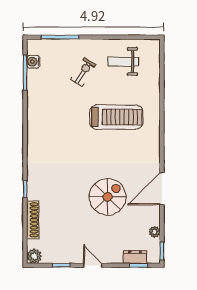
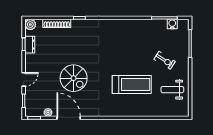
weight bench: (123, 62) -> (172, 90), turned -90
treadmill: (116, 117) -> (132, 84), turned -90
door: (162, 189) -> (69, 118), moved
dresser: (135, 257) -> (30, 45), moved
door: (93, 265) -> (24, 79), moved

